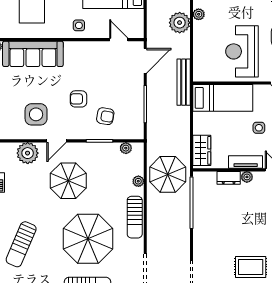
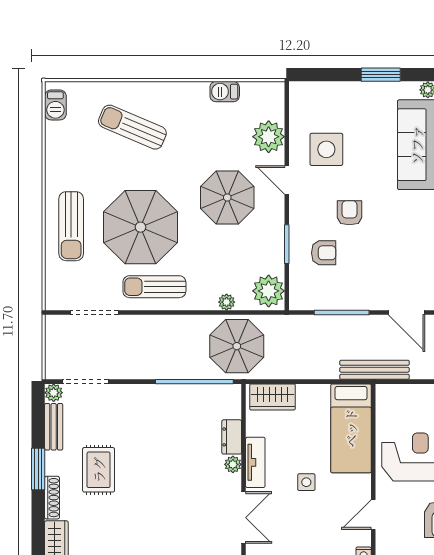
armchair: (105, 116) -> (324, 253), turned -100
plant: (126, 148) -> (269, 291), width x1.87, depth x1.87
sun lounger: (135, 217) -> (154, 287), moved

